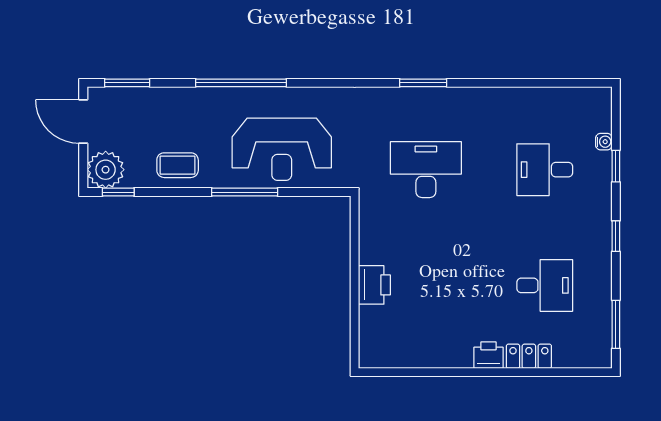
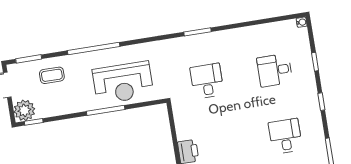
water cooler: (604, 142) -> (302, 22), moved
coffee table: (178, 165) -> (52, 75), moved
desk: (426, 170) -> (207, 81), width x0.73
desk: (545, 285) -> (285, 136), turned -90

